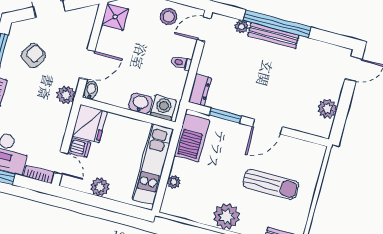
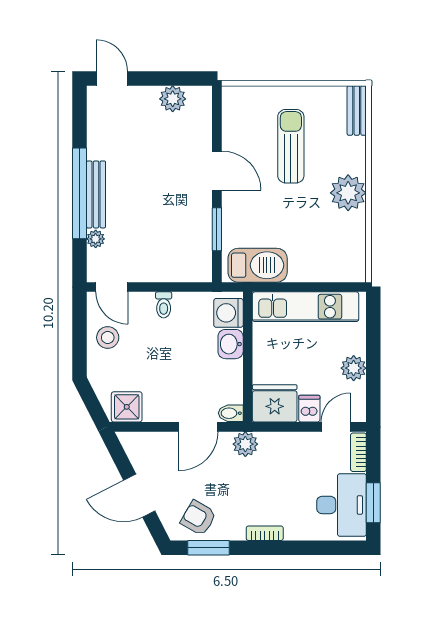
armchair: (33, 56) -> (198, 518), moved
door: (87, 64) -> (198, 427), swing flipped
dresser: (200, 90) -> (192, 271), removed
plant: (174, 182) -> (321, 273), removed

